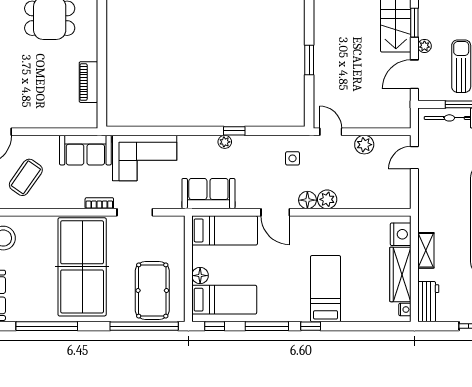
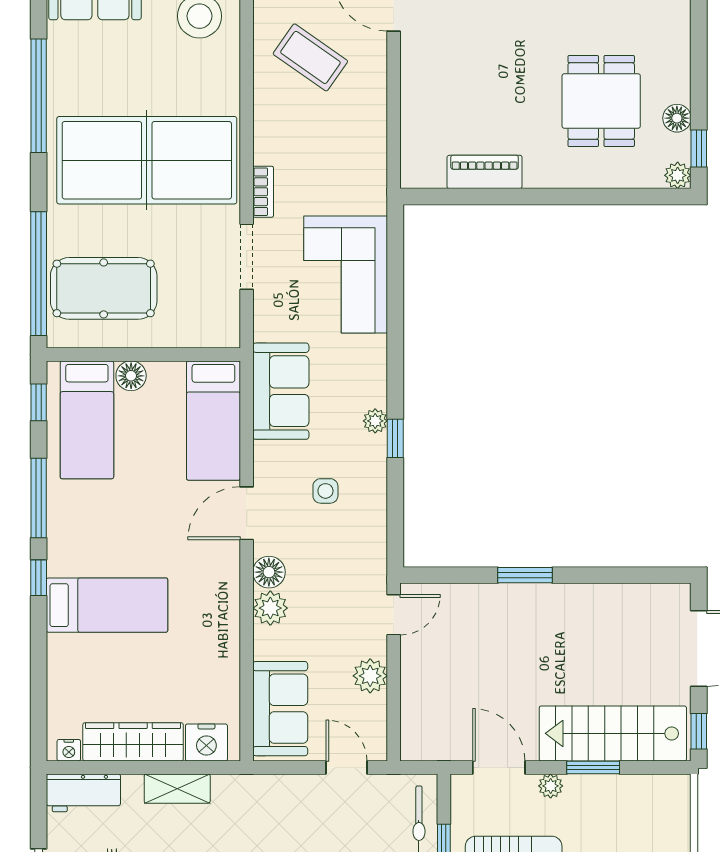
sofa: (85, 150) -> (280, 709), moved, turned 180
side table: (292, 158) -> (325, 491), moved

